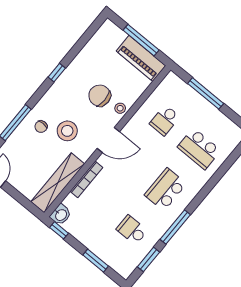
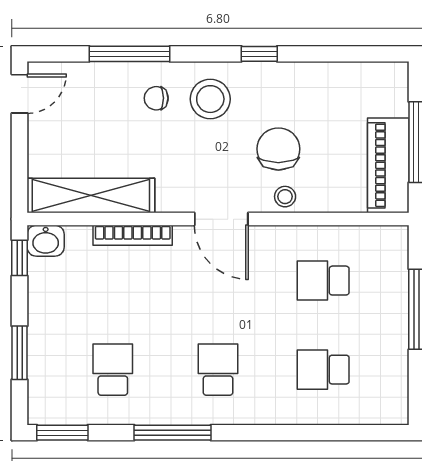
stool: (67, 131) -> (210, 99), moved
school desk: (199, 149) -> (323, 370), width x0.54
school desk: (165, 189) -> (218, 370), width x0.54
window: (149, 259) -> (62, 433), moved

